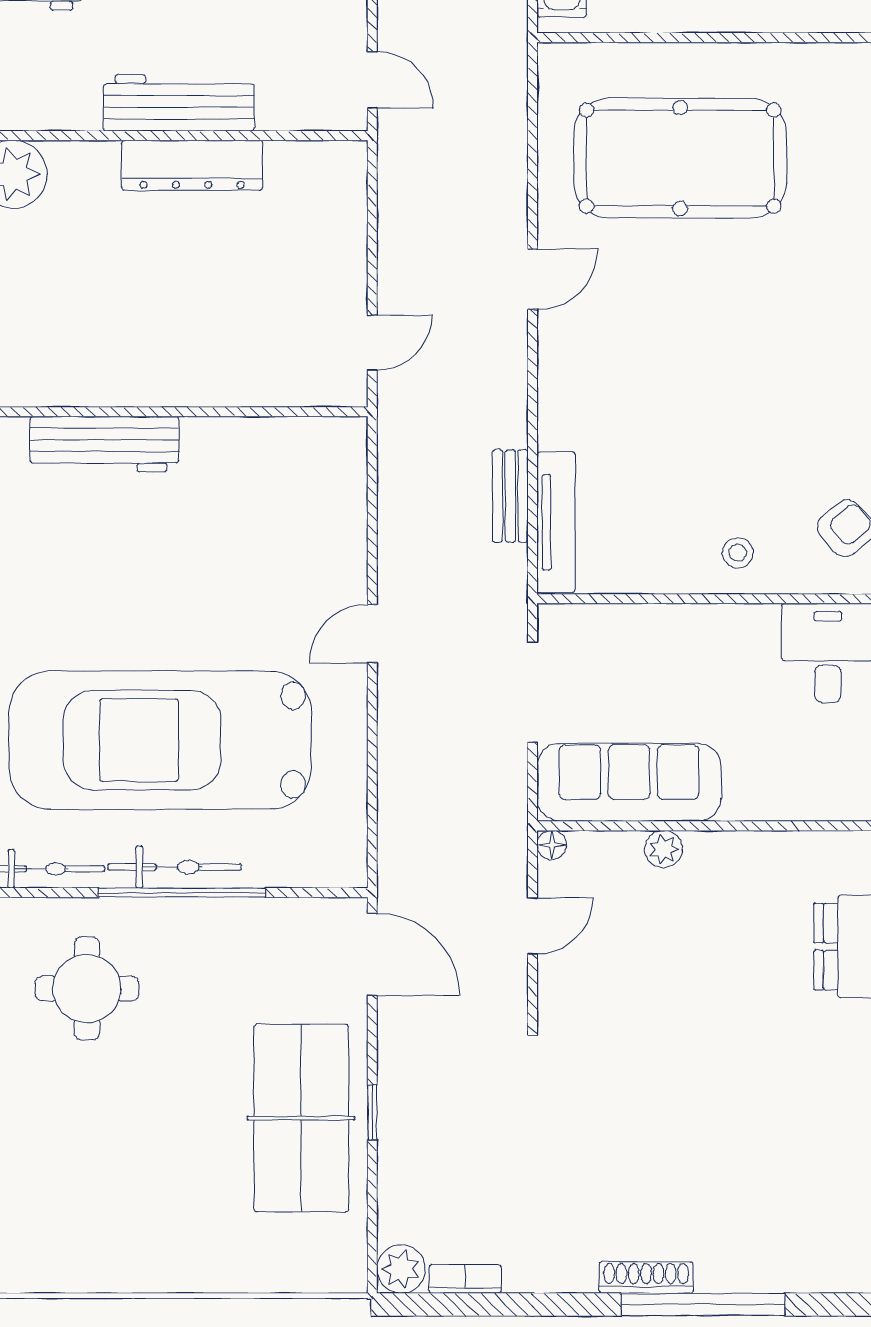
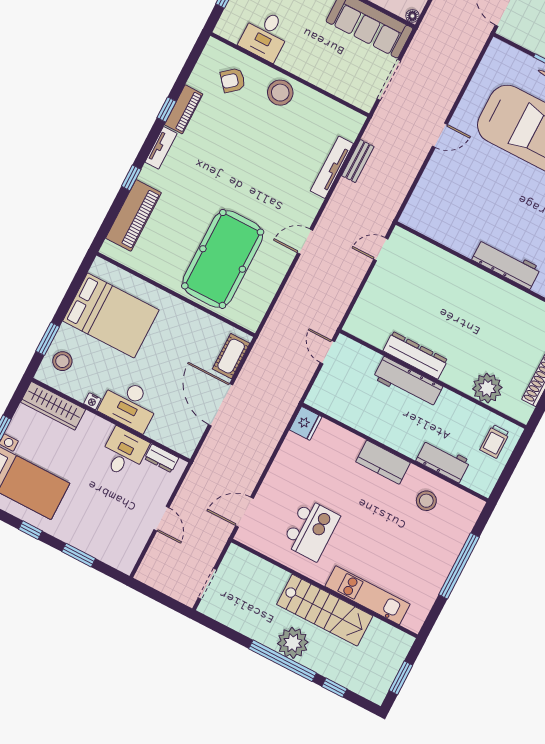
pool table: (680, 158) -> (223, 259), turned 90
tv unit: (556, 522) -> (332, 167), moved
stool: (738, 553) -> (280, 93), width x1.89, depth x1.89

